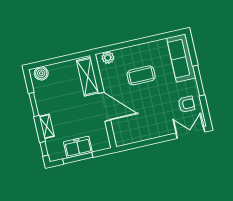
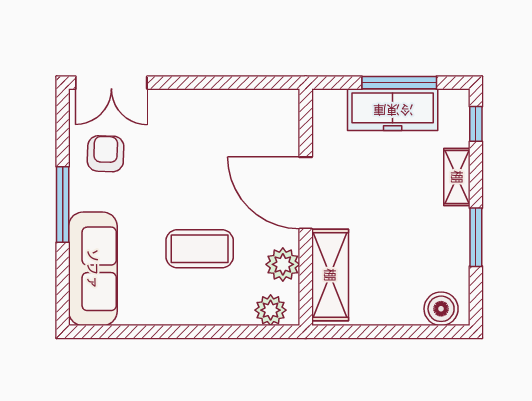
plant: (107, 77) -> (283, 264), added
armchair: (186, 104) -> (106, 154), turned 92
freezer: (78, 147) -> (393, 110), width x1.40

